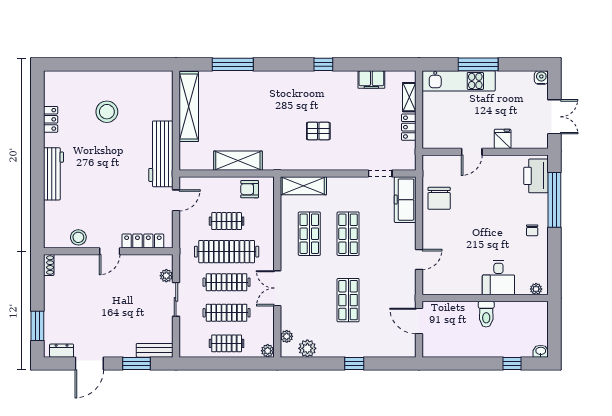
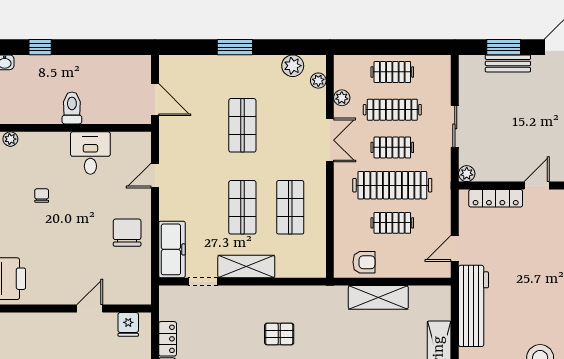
fridge: (503, 139) -> (128, 324), moved
shelving: (303, 186) -> (246, 266), moved
chair: (439, 198) -> (127, 233), moved
chair: (532, 230) -> (42, 196), moved
plant: (166, 276) -> (467, 174), moved
desk: (498, 278) -> (90, 153), moved
clothes rail: (227, 282) -> (392, 147), width x0.73
bench: (155, 350) -> (508, 63), moved
plant: (268, 351) -> (342, 98), moved
window: (354, 363) -> (235, 47), width x1.50

